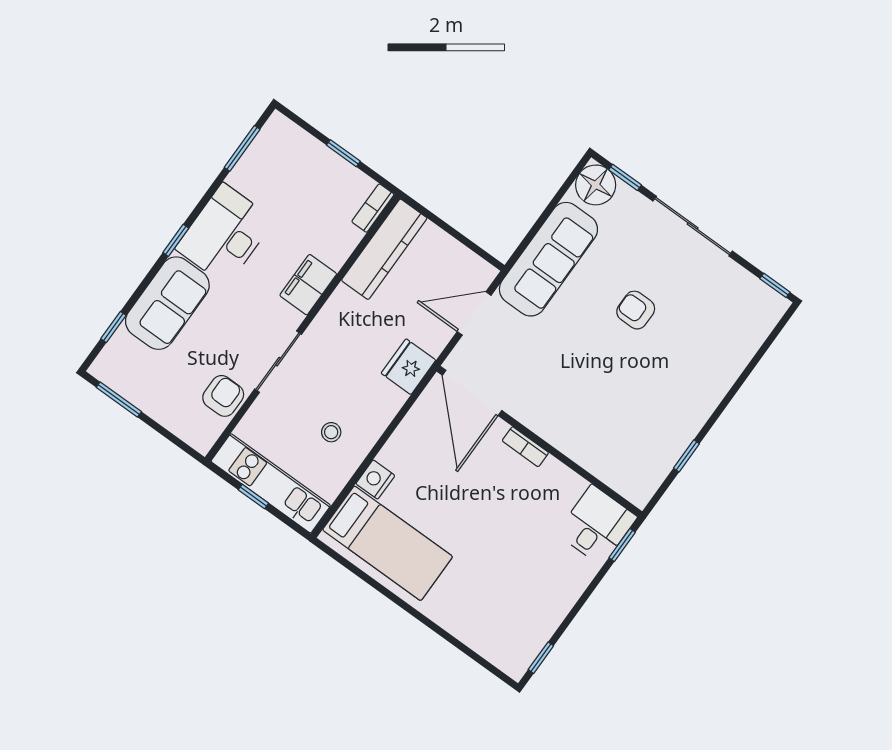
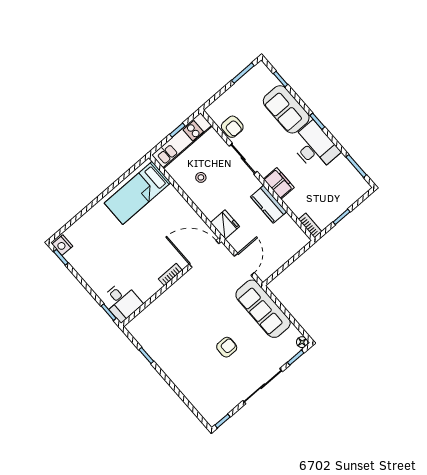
floor lamp: (596, 185) -> (302, 342), width x0.53, depth x0.53
kitchen counter: (384, 249) -> (269, 204), moved, width x0.67
nightstand: (375, 480) -> (62, 245), moved, turned 180

